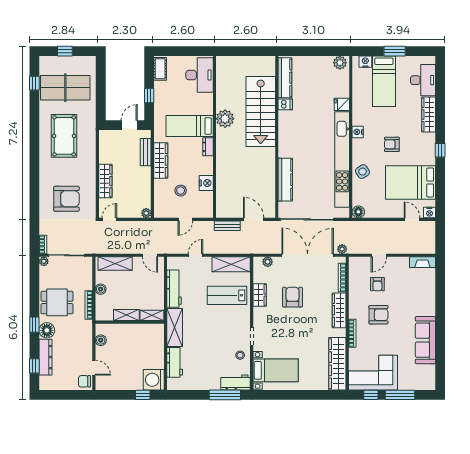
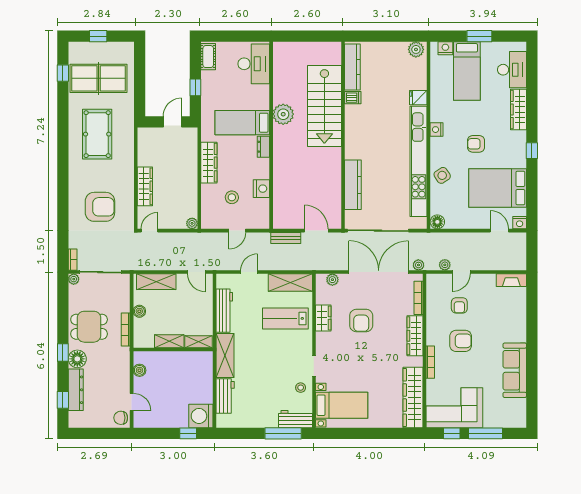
bench: (146, 152) -> (192, 153), removed
plant: (365, 249) -> (445, 265), added
armchair: (293, 297) -> (361, 320), turned 180

